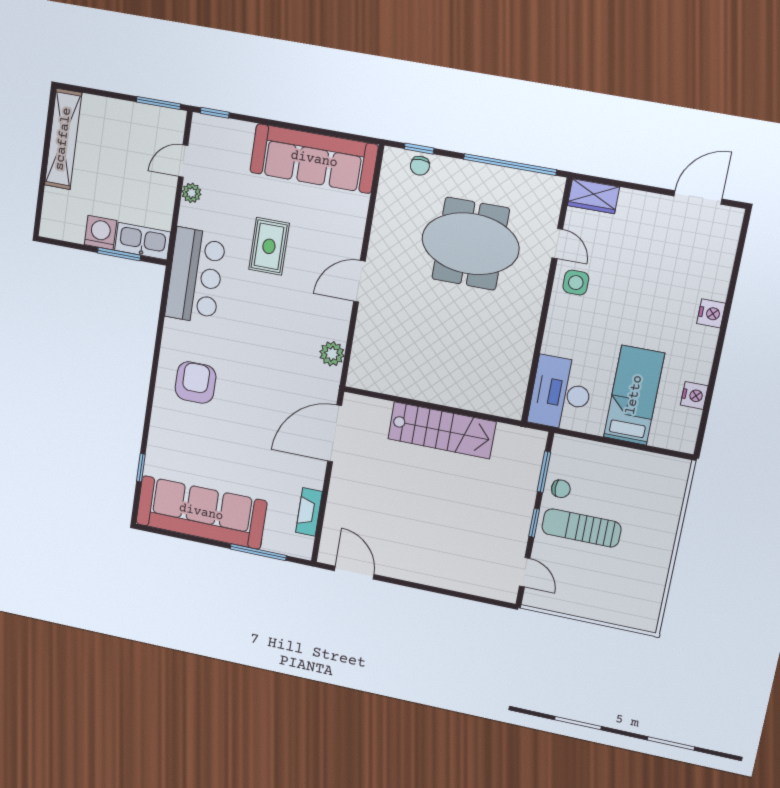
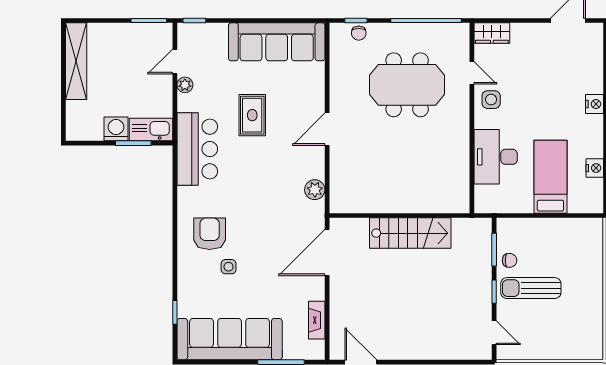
desk: (561, 393) -> (496, 157), moved
side table: (213, 427) -> (229, 267), added

